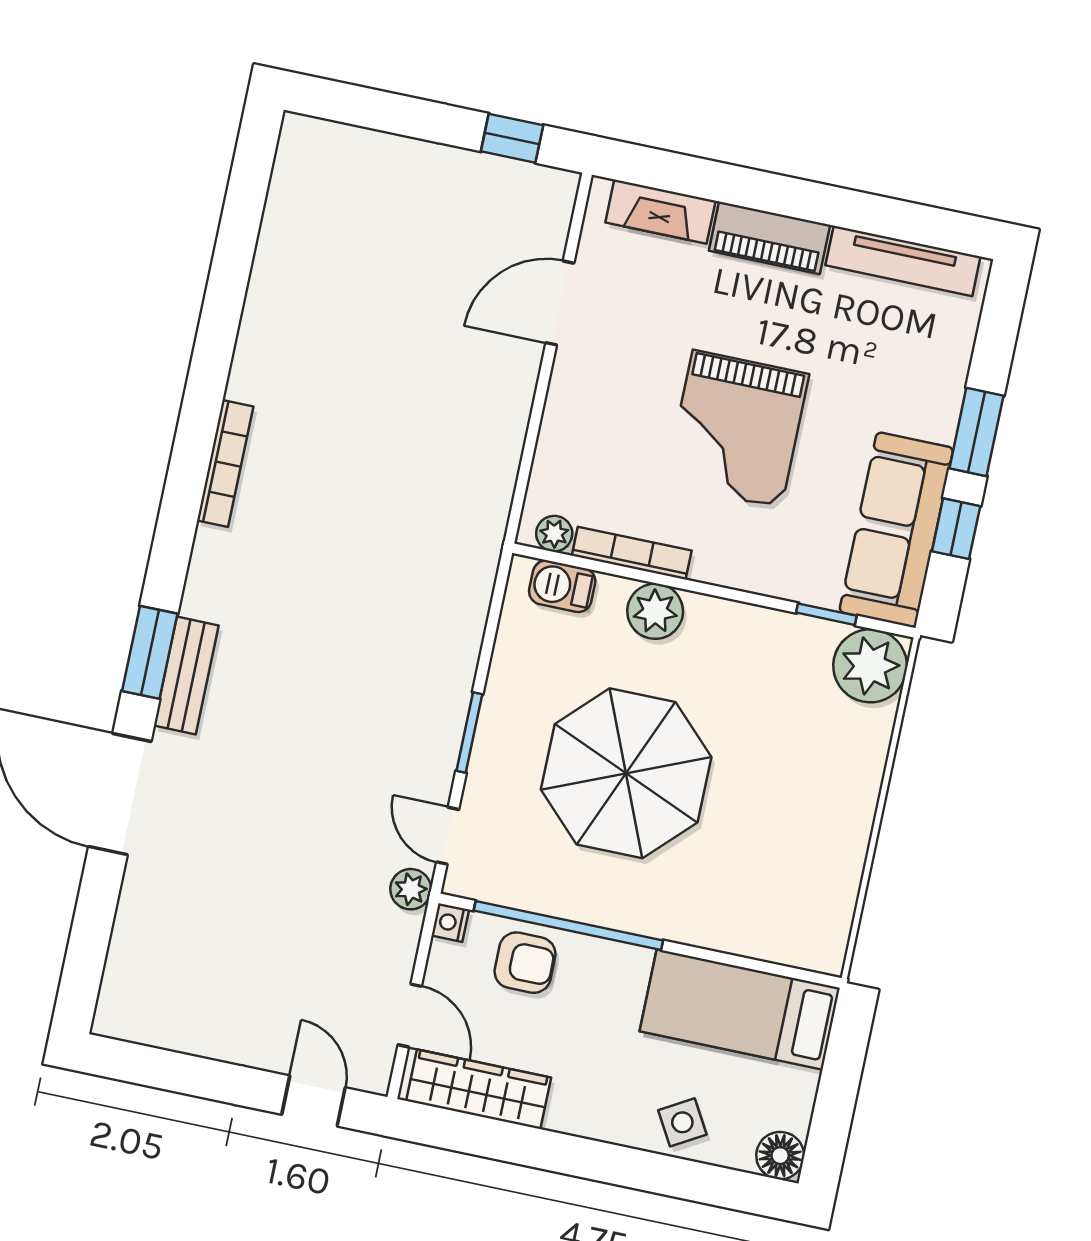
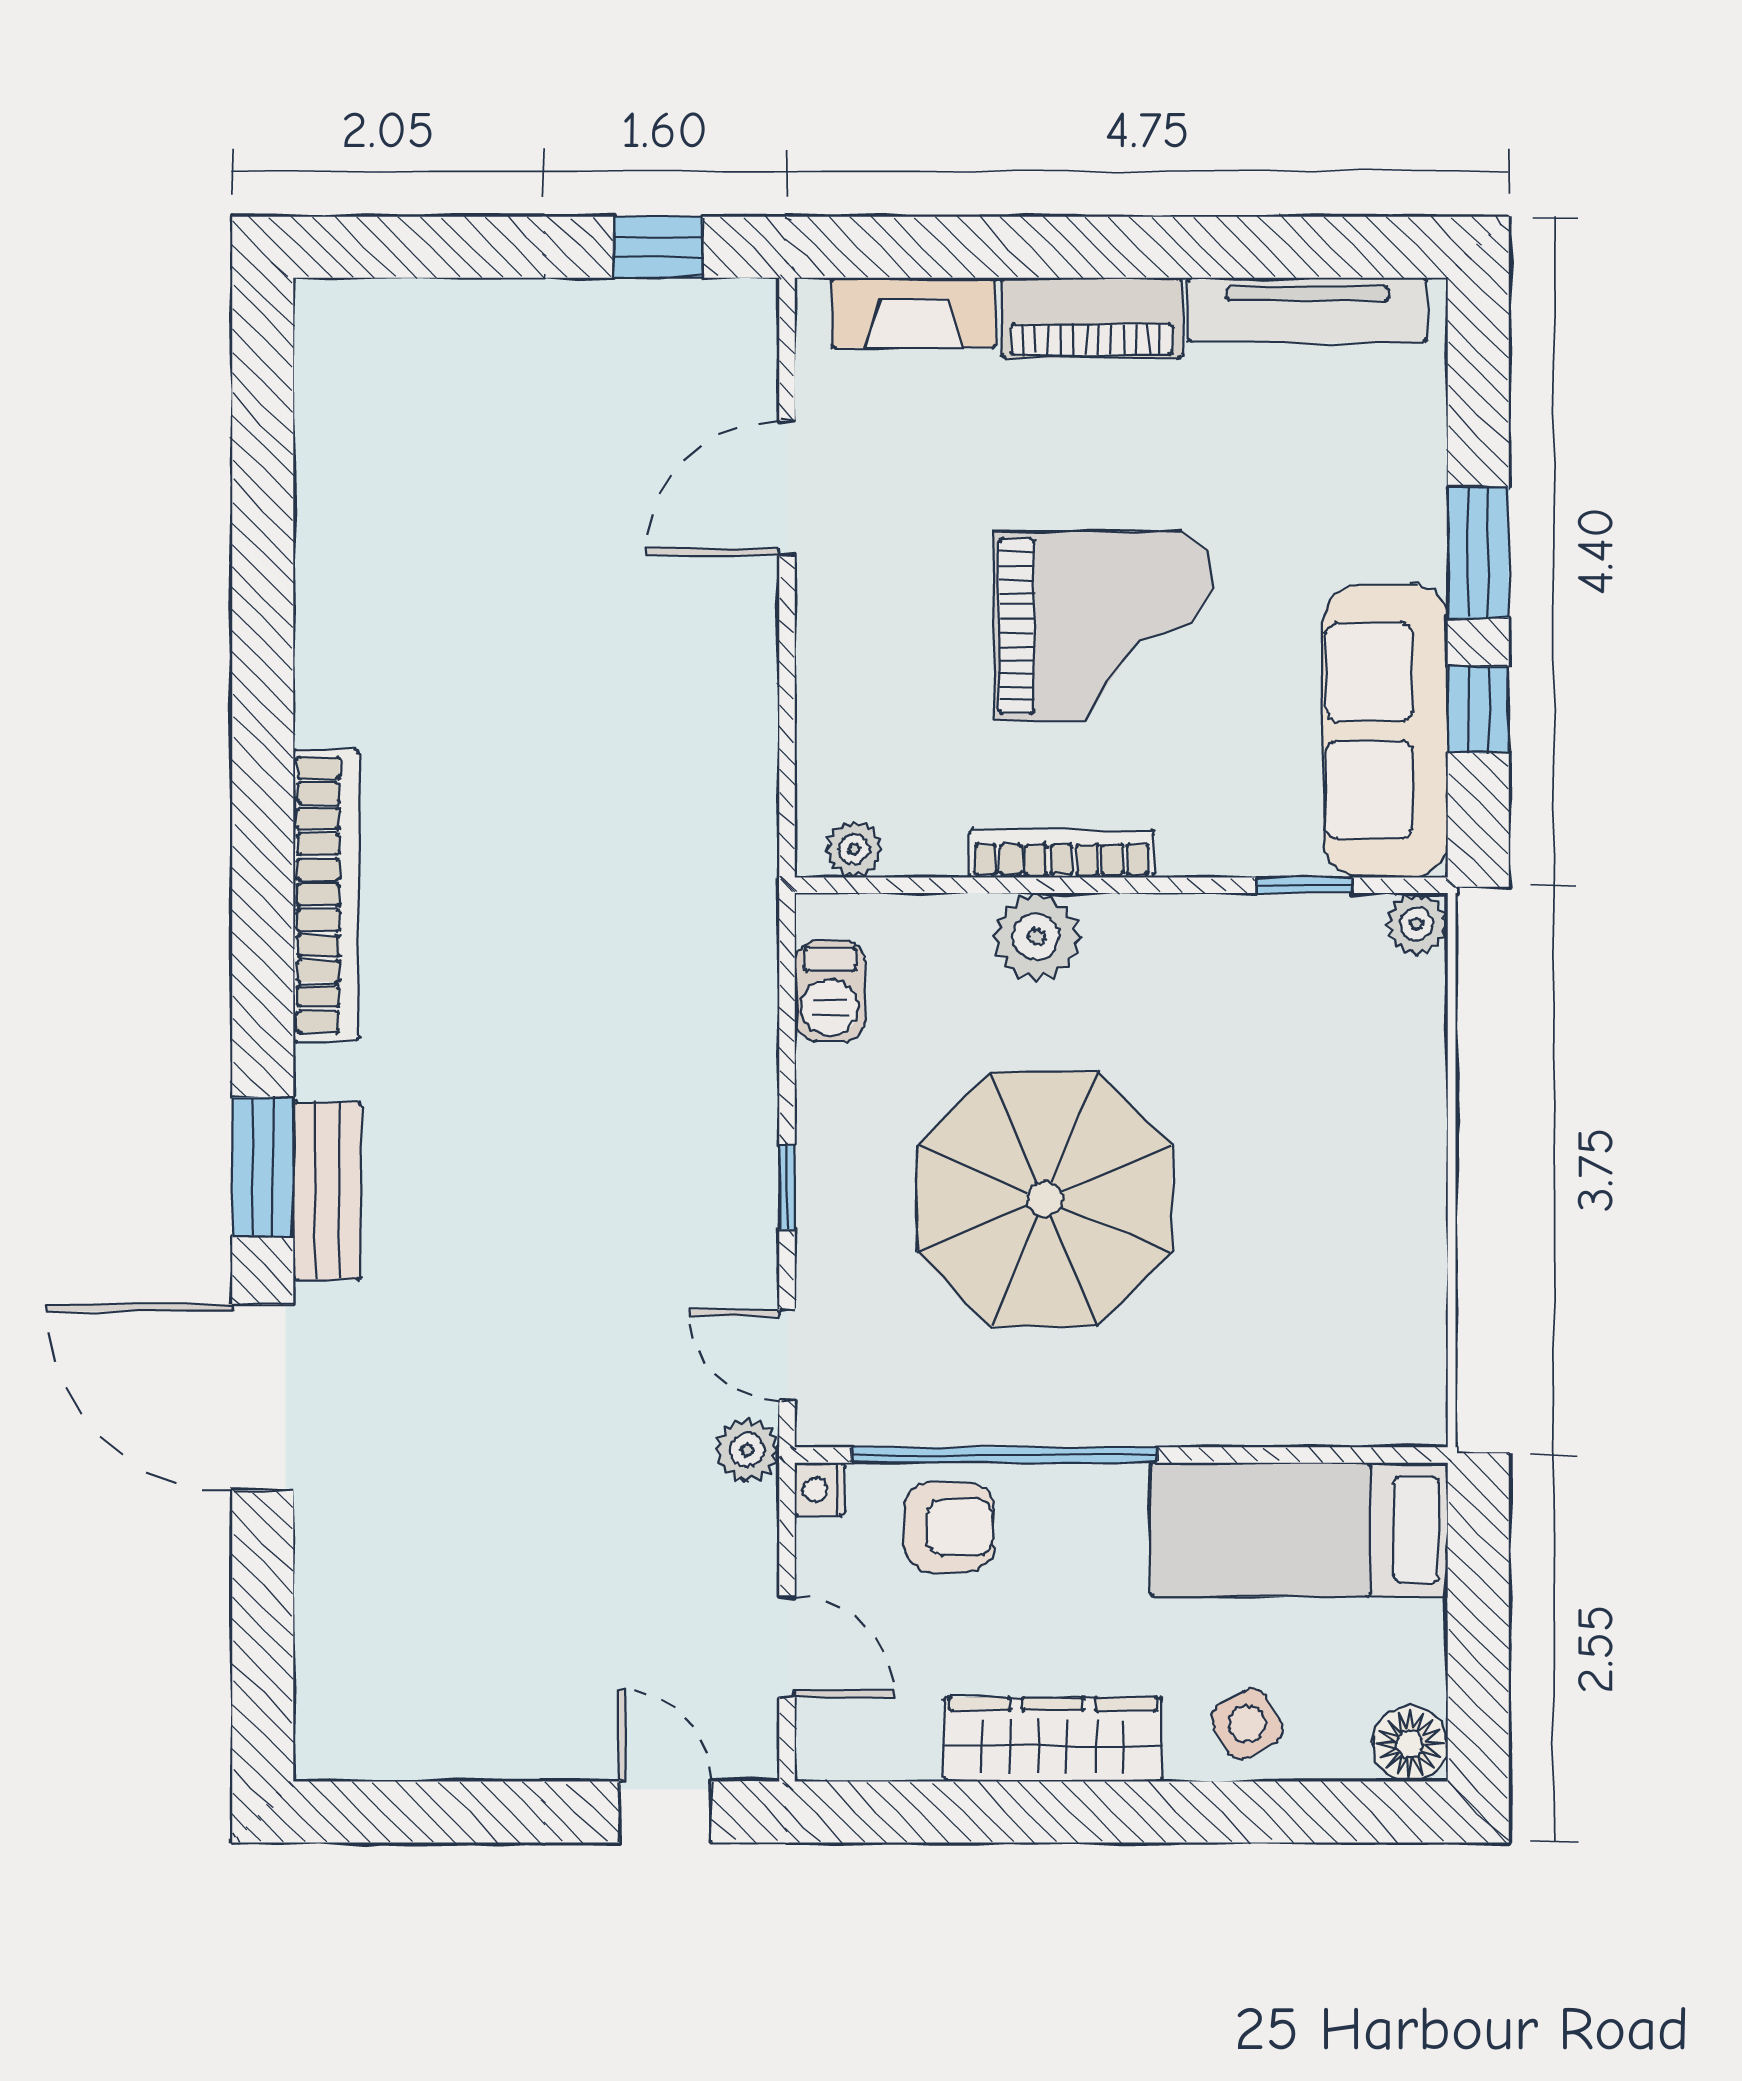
grand piano: (737, 429) -> (1104, 626), turned -90
bookcase: (225, 463) -> (326, 895), width x1.48, depth x1.31
bookcase: (632, 553) -> (1062, 854), moved
barbecue: (562, 586) -> (830, 991), moved, turned -90
plant: (870, 666) -> (1417, 924), width x0.53, depth x0.53
window: (469, 733) -> (787, 1187), width x0.67
wardrobe: (479, 1089) -> (1053, 1739), moved

